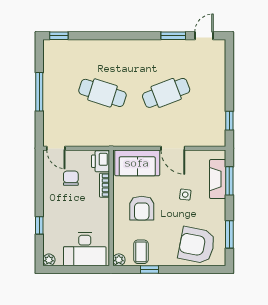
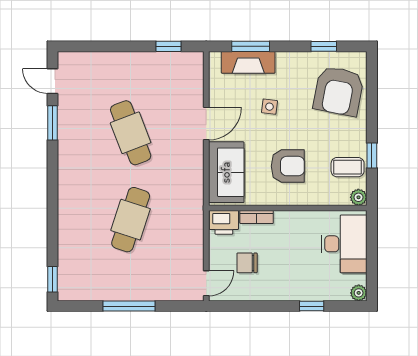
window: (229, 234) -> (324, 46), width x0.67

